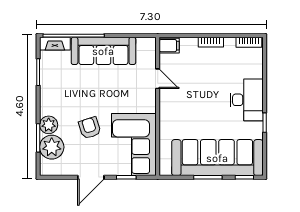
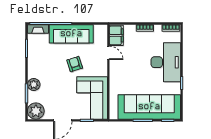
filing cabinet: (169, 46) -> (116, 35), width x2.00
desk: (247, 100) -> (166, 62), width x1.36, depth x1.30
armchair: (90, 128) -> (75, 64), moved
plant: (52, 147) -> (36, 111), moved

